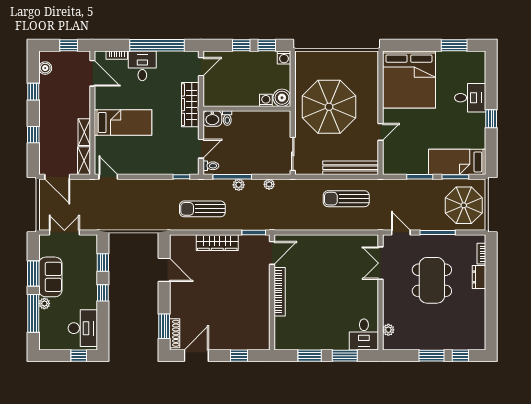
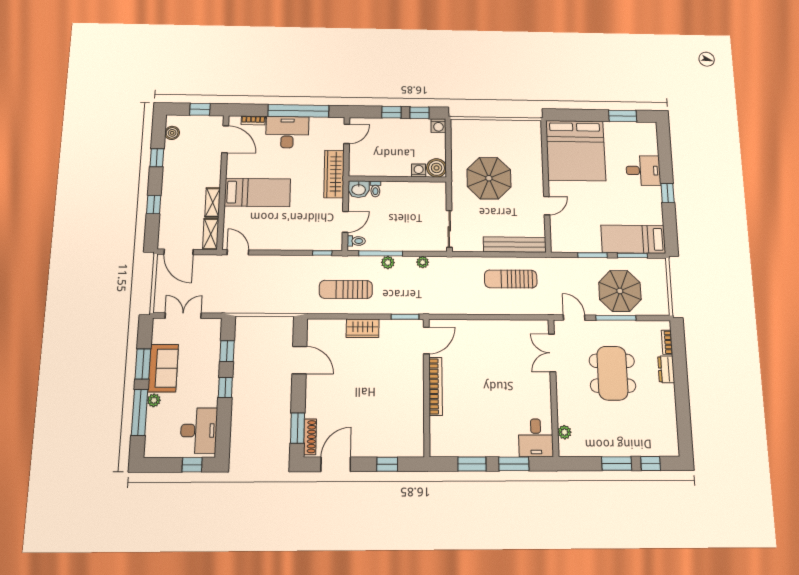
desk: (142, 66) -> (287, 132), width x1.37
parasol: (329, 107) -> (489, 178), width x0.73, depth x0.73
parasol: (464, 205) -> (620, 291), moved
wardrobe: (217, 243) -> (363, 328), width x0.67

